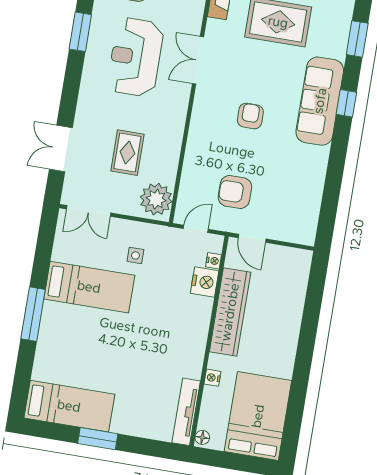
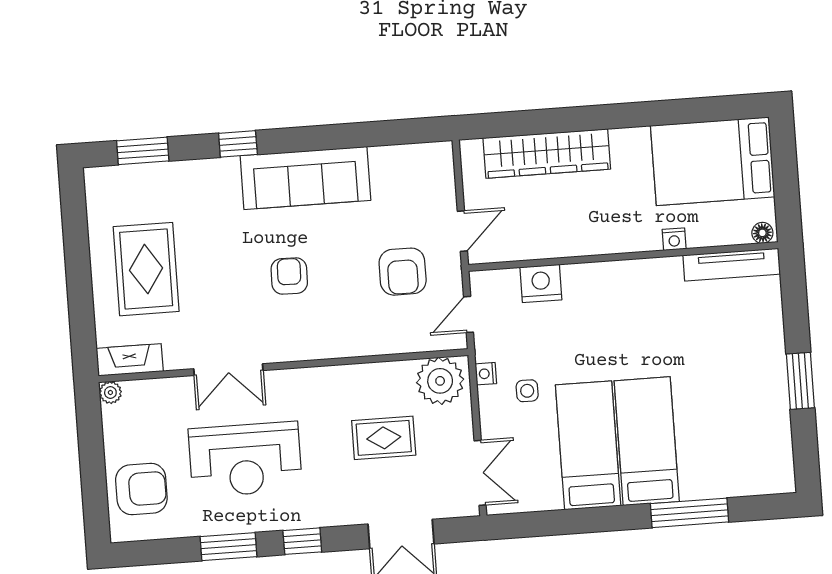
window: (72, 82) -> (302, 541), added
sofa: (320, 101) -> (305, 178), moved
armchair: (250, 116) -> (289, 276), turned 91
door: (196, 229) -> (468, 314), hinge flipped
nightstand: (214, 261) -> (486, 374), moved, turned -90
wardrobe: (230, 312) -> (547, 154), moved, turned 180
window: (33, 314) -> (689, 513), moved
bed: (69, 406) -> (647, 441), moved

